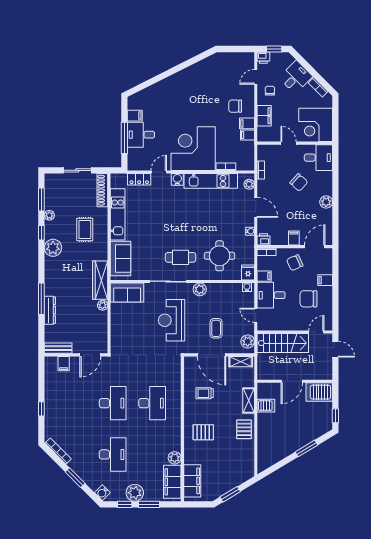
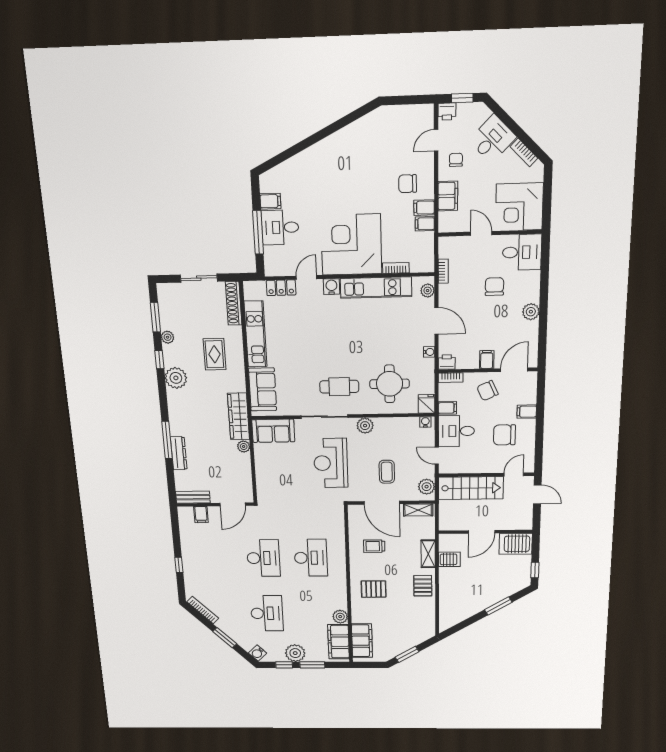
chair: (299, 182) -> (494, 287), turned -132

